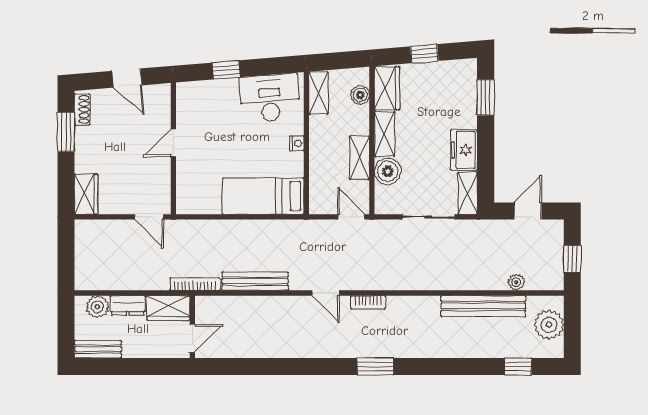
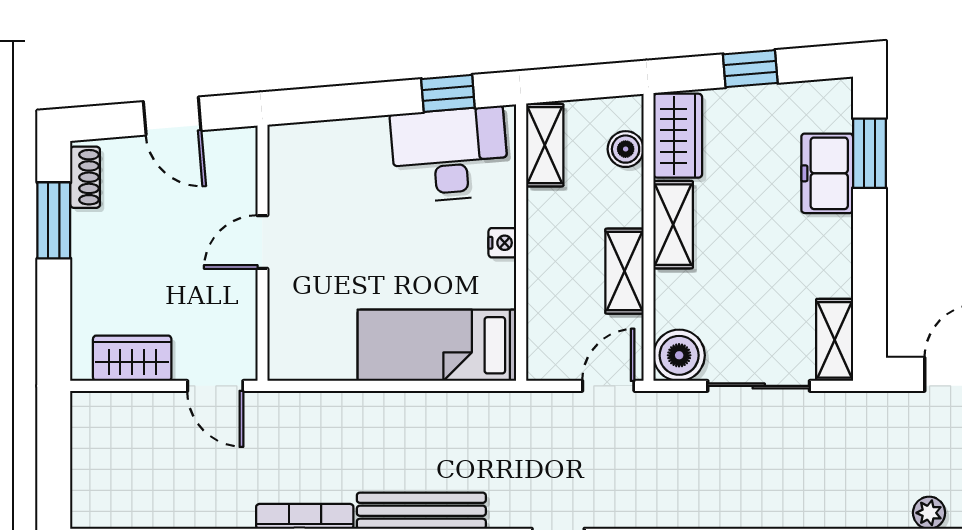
window: (226, 70) -> (448, 93), moved
freezer: (464, 150) -> (827, 173), moved
boiler: (388, 171) -> (679, 355), moved
wardrobe: (86, 194) -> (132, 358), moved, turned -90
door: (351, 217) -> (608, 386), hinge flipped

